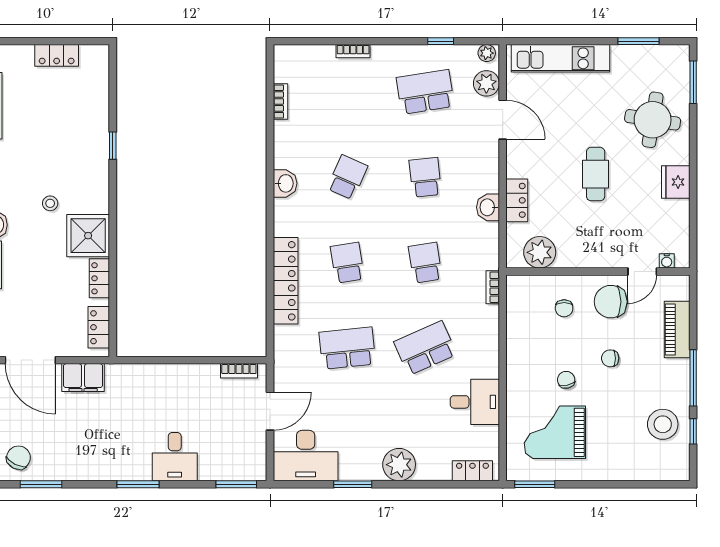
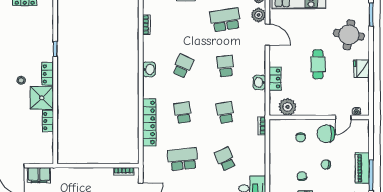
locker: (99, 327) -> (48, 74), moved
piano: (677, 329) -> (362, 168), moved
school desk: (425, 348) -> (225, 159), width x0.54

